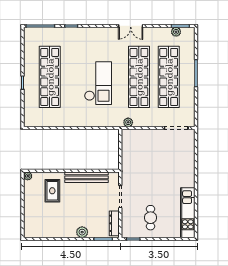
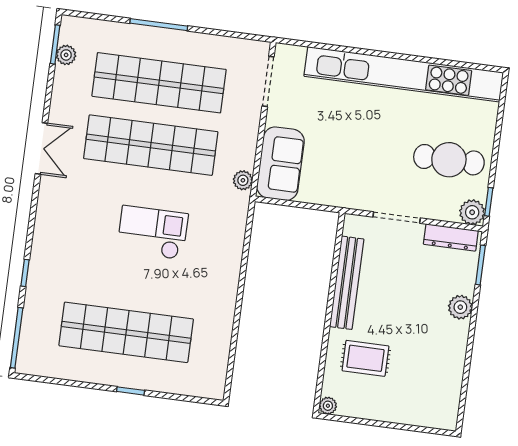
checkout: (98, 83) -> (153, 233), width x0.73, depth x0.83
sofa: (138, 139) -> (280, 164), added
kitchen unit: (188, 213) -> (404, 74), width x1.86
cafe table: (151, 218) -> (449, 160), width x1.37, depth x1.35
plant: (127, 232) -> (472, 212), added

